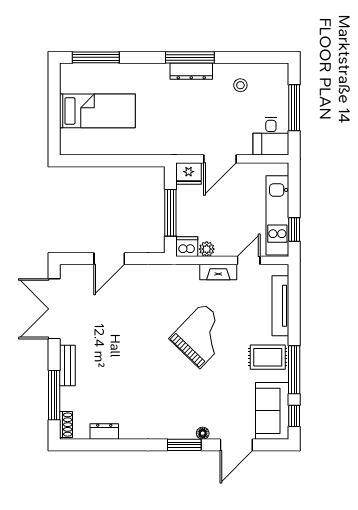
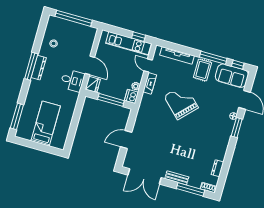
window: (294, 108) -> (74, 18), width x1.46
desk: (271, 136) -> (72, 80), moved
door: (109, 259) -> (126, 140), swing flipped

